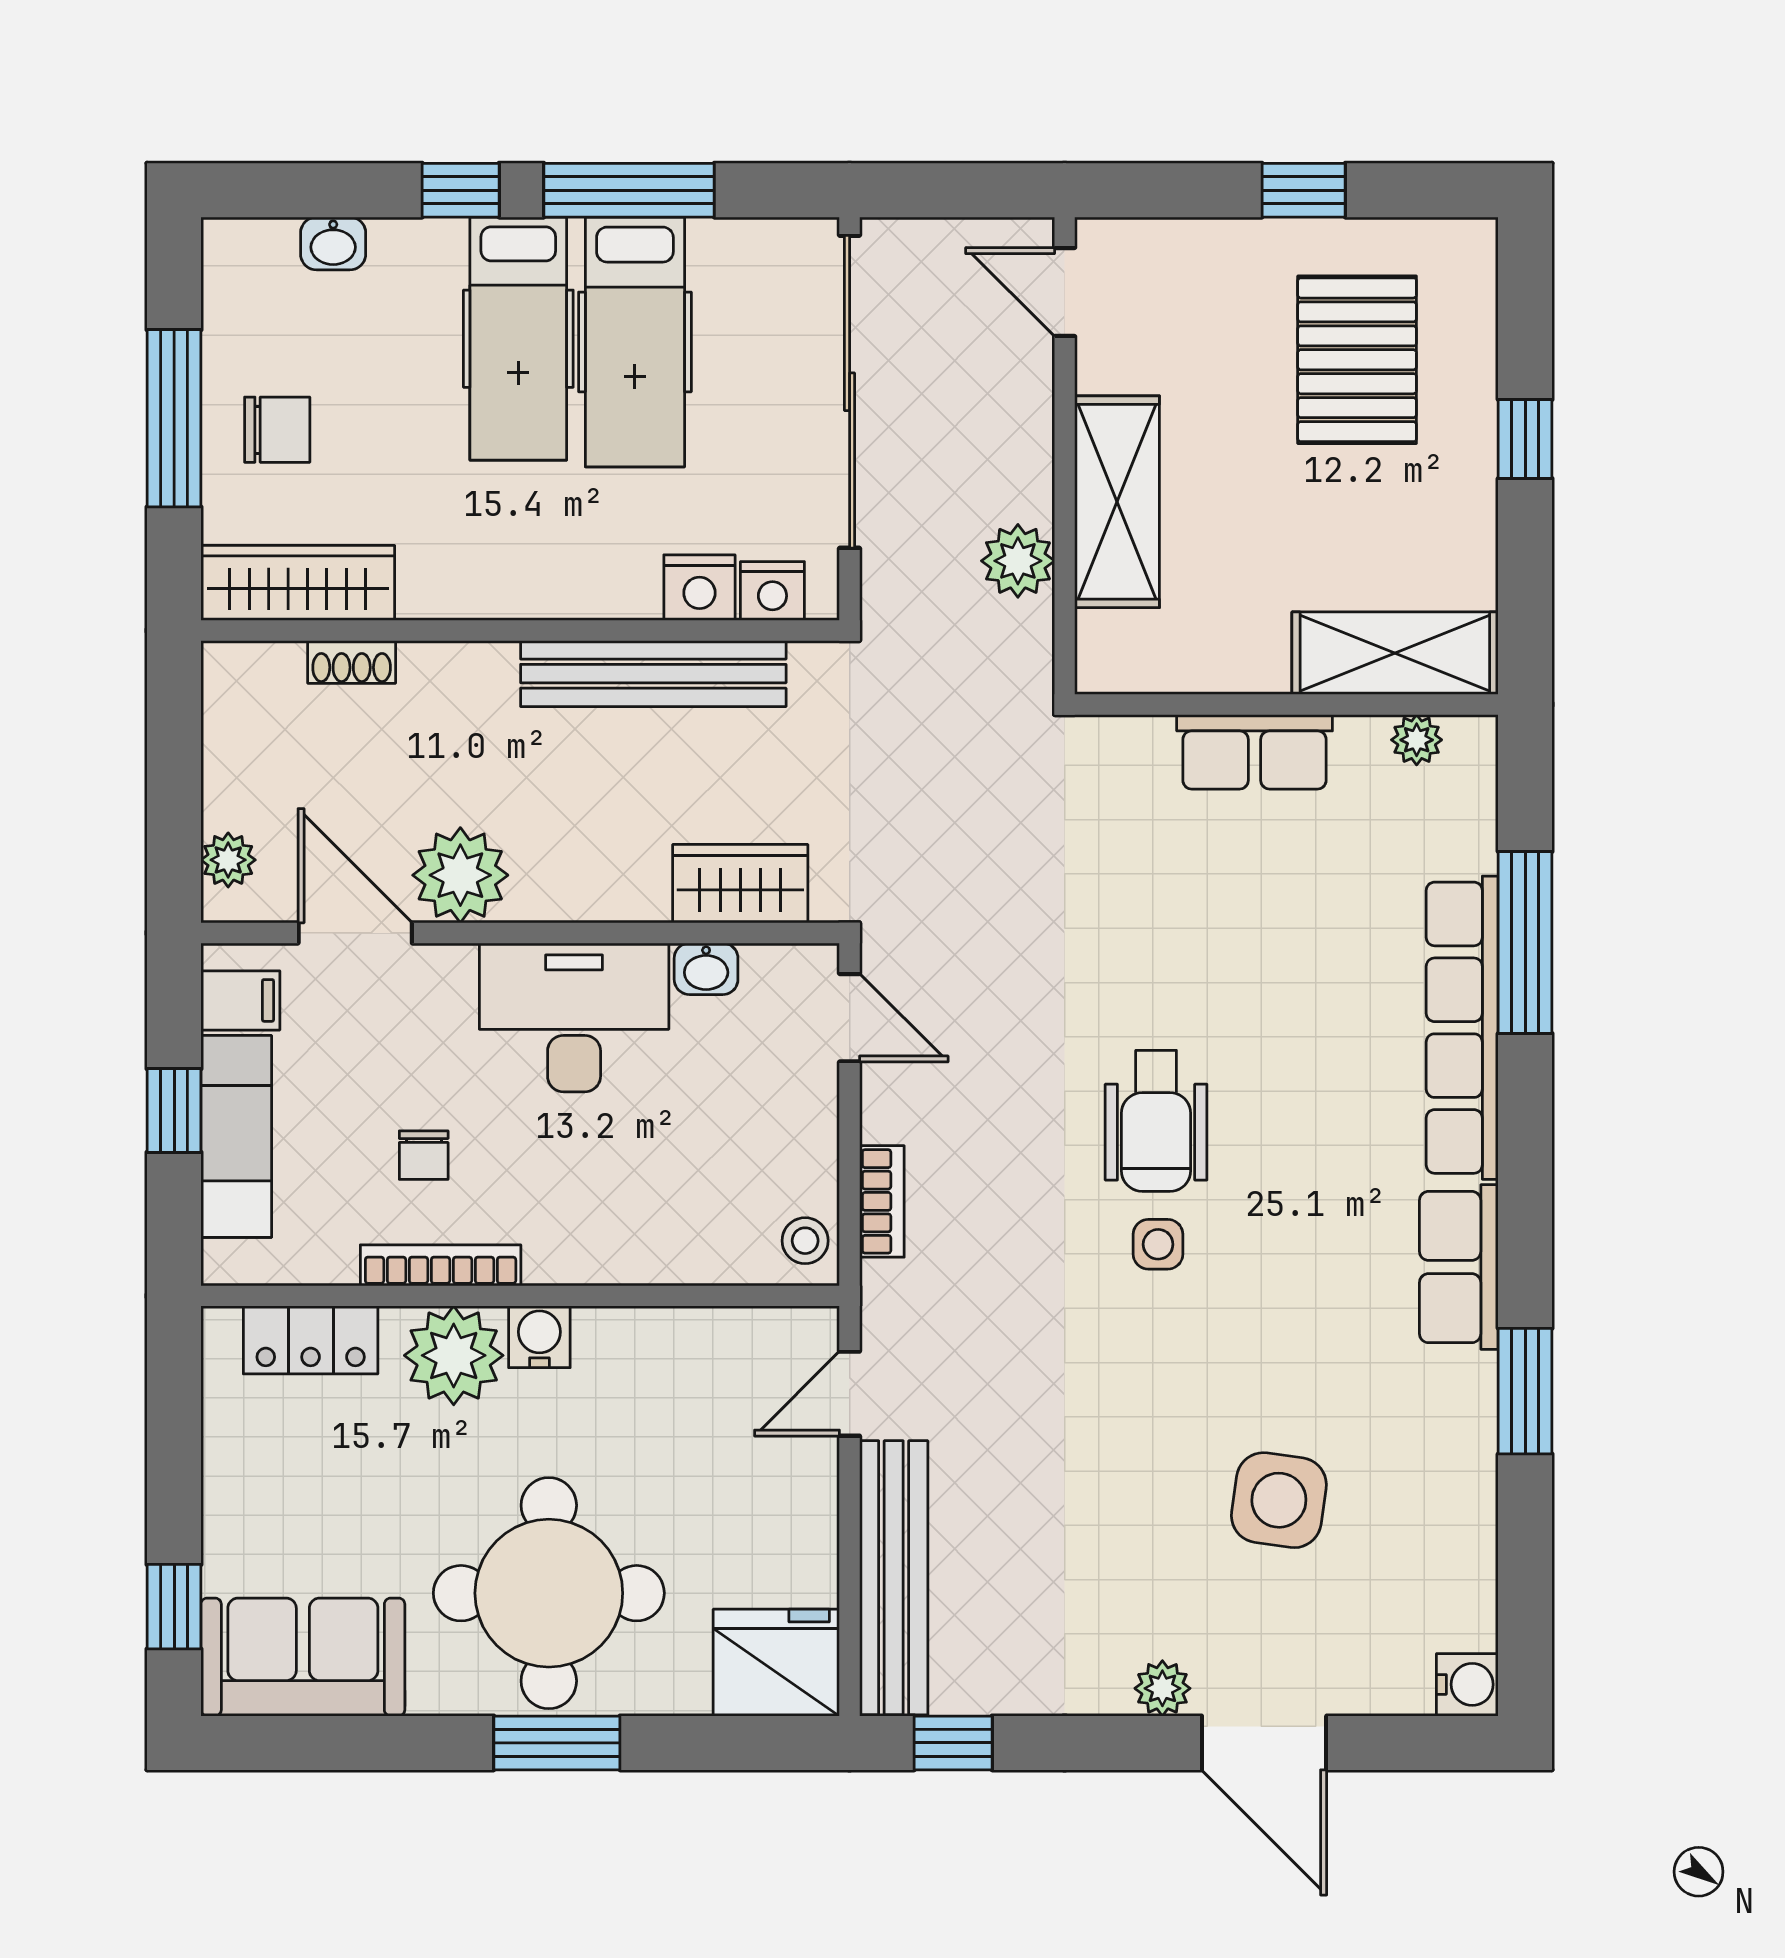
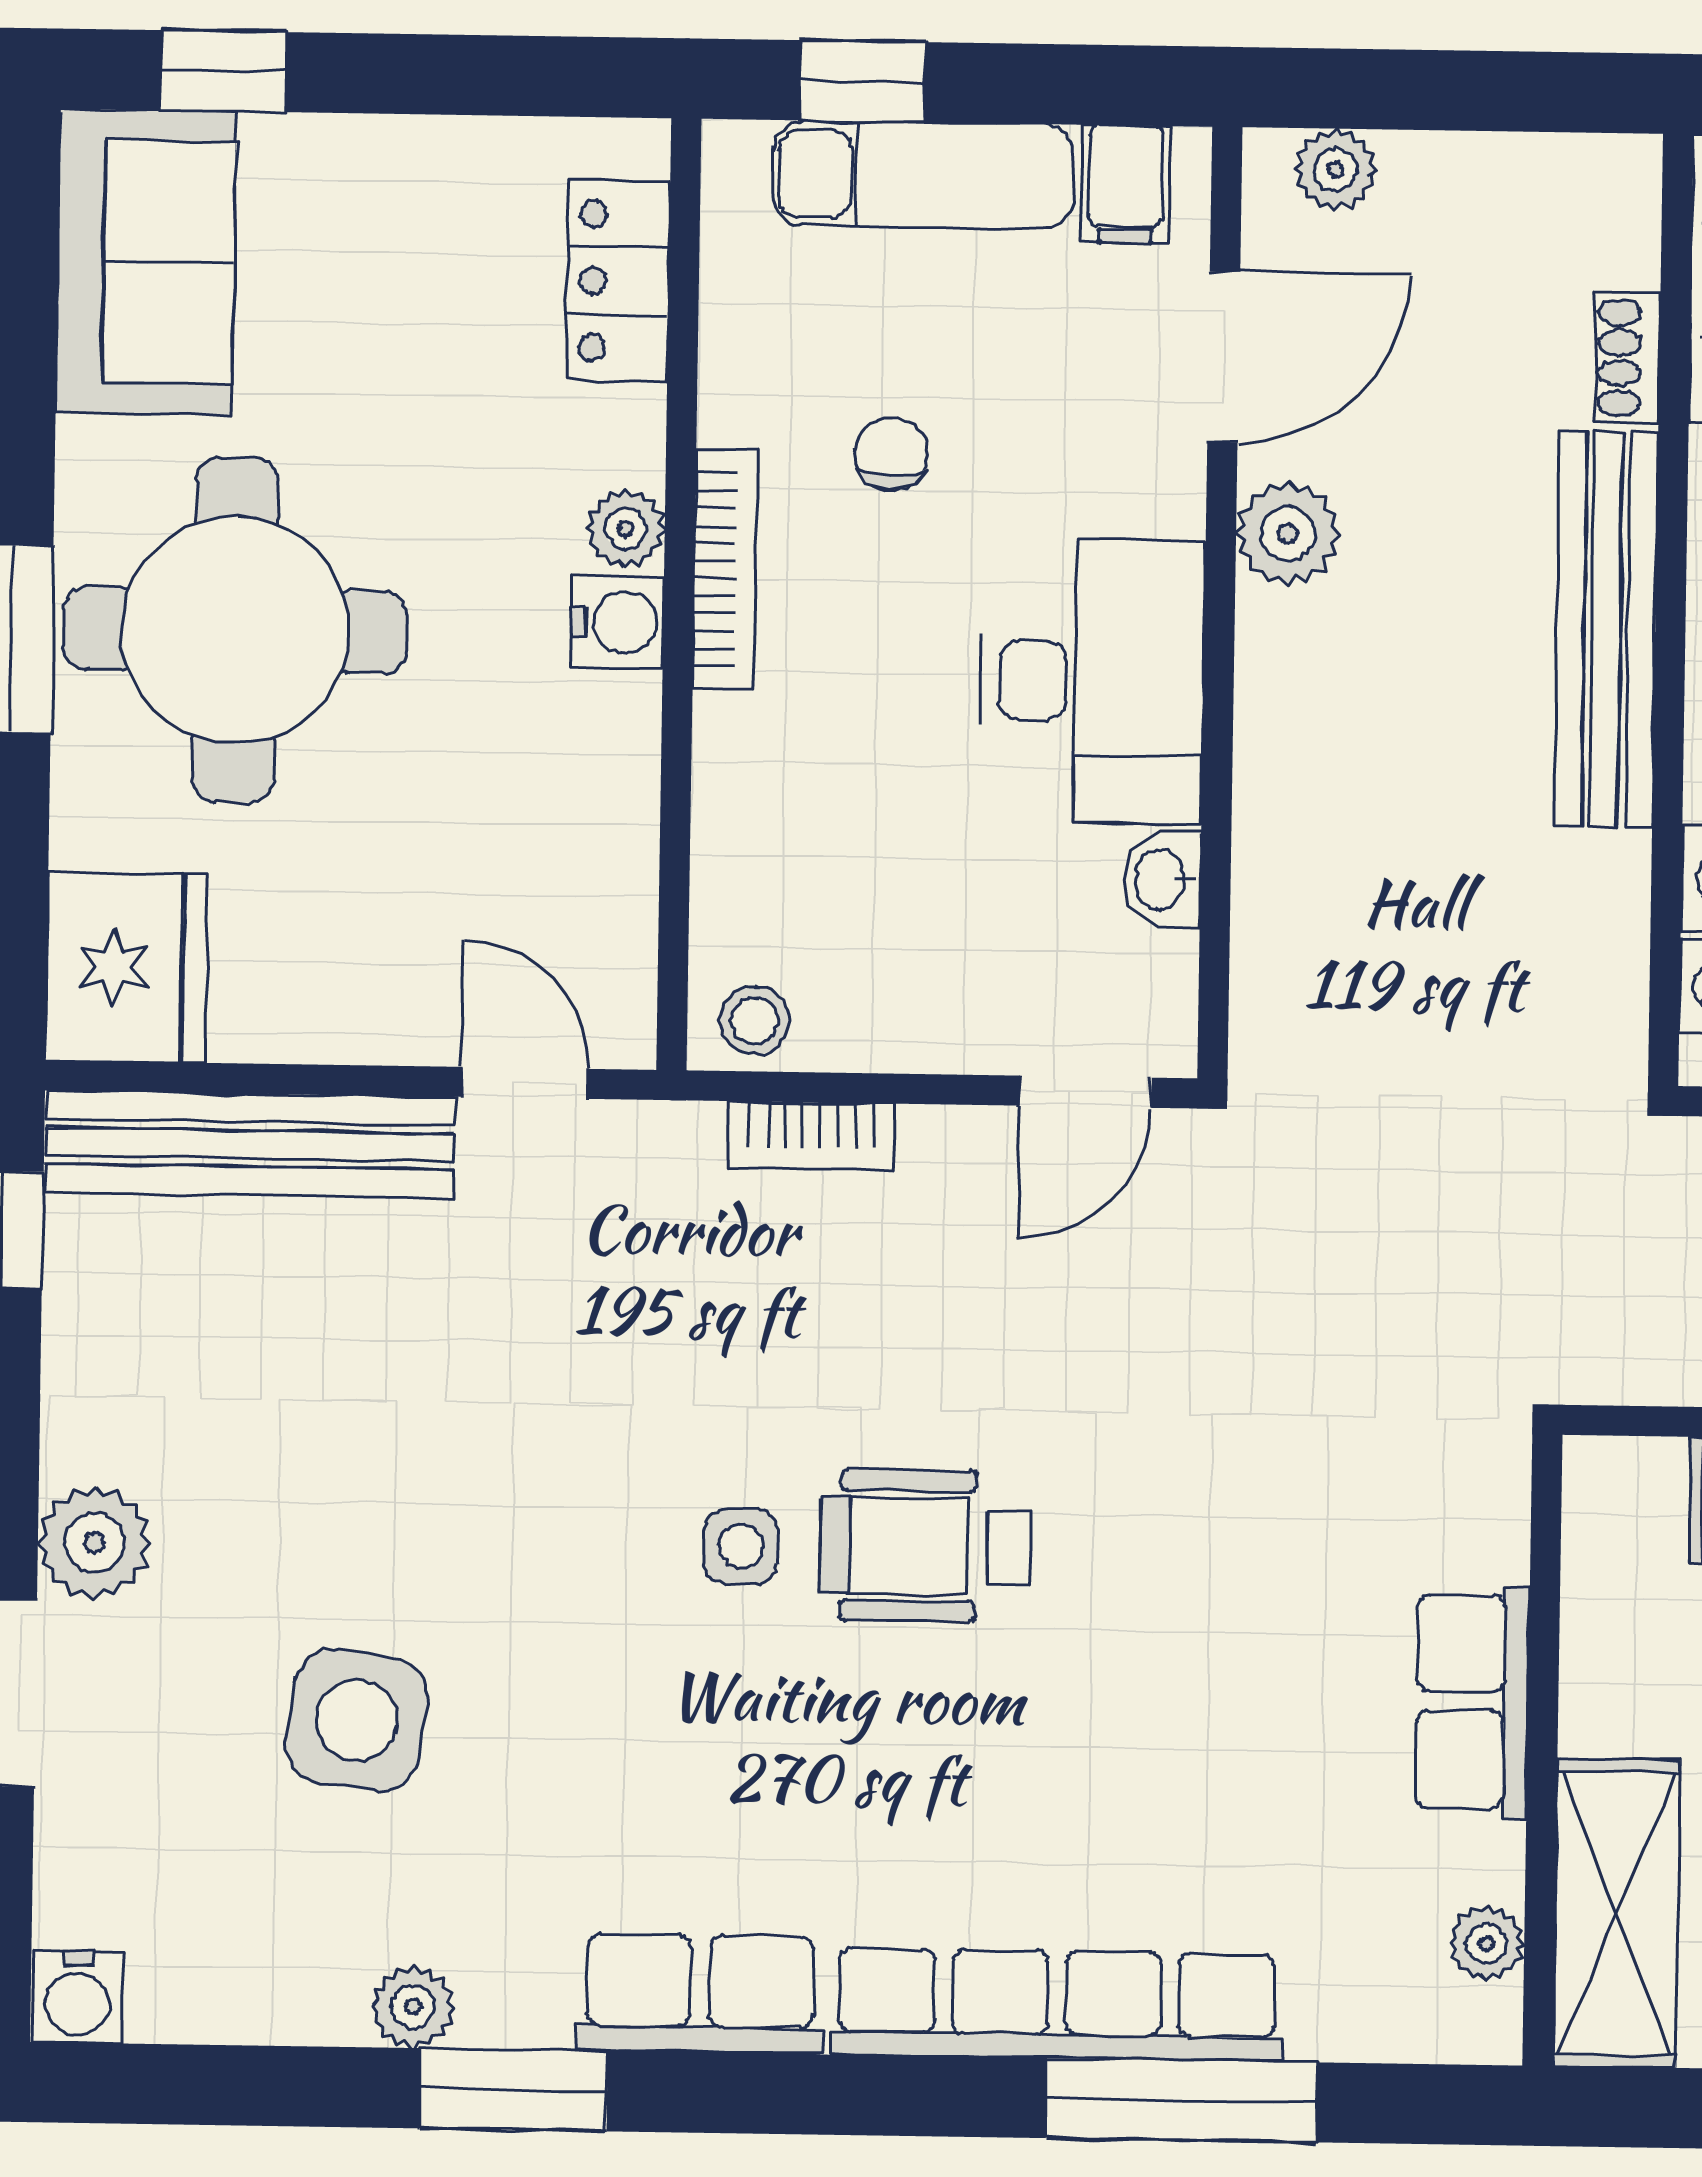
bench: (653, 674) -> (1606, 629), moved
plant: (460, 875) -> (1288, 534), width x0.73, depth x0.73
wardrobe: (740, 884) -> (1288, 932), removed
window: (174, 1111) -> (862, 81), moved
chair: (424, 1155) -> (891, 454), turned 90
bookcase: (441, 1265) -> (725, 570), moved
plant: (454, 1355) -> (625, 529), width x0.53, depth x0.53
plant: (1470, 1459) -> (413, 2007), added
plant: (1162, 1688) -> (94, 1543), width x1.38, depth x1.38

